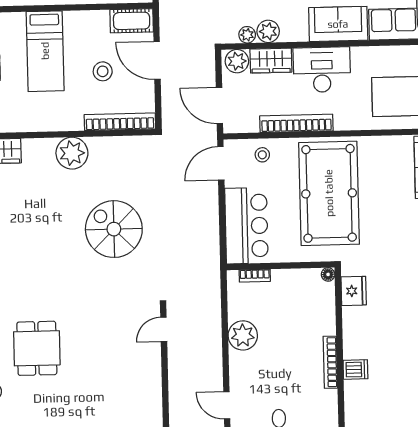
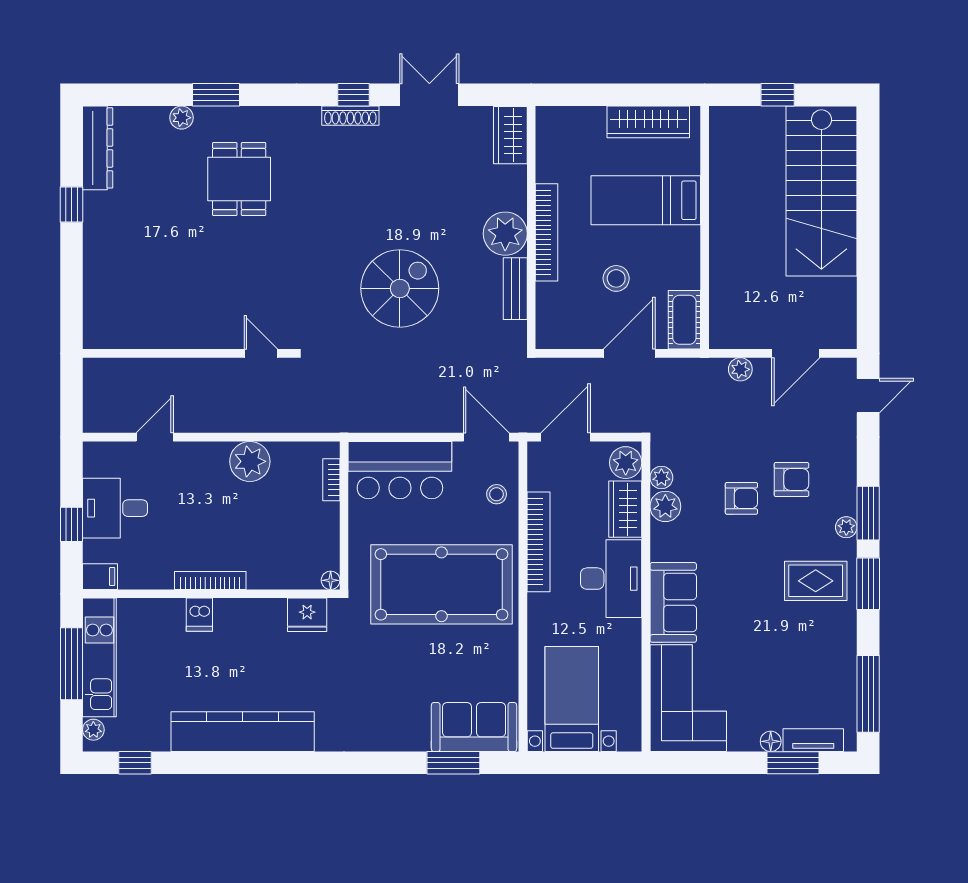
bookcase: (120, 122) -> (547, 232), moved
bench: (112, 145) -> (515, 289), added
dining table: (37, 348) -> (239, 179), turned 90

